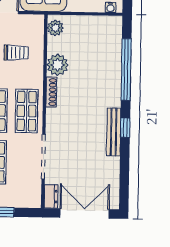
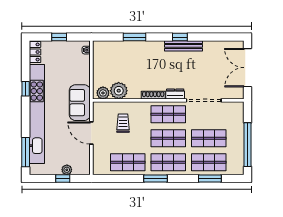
plant: (58, 65) -> (119, 91), moved
window: (126, 70) -> (135, 37), width x0.47
dresser: (51, 196) -> (175, 94), moved

